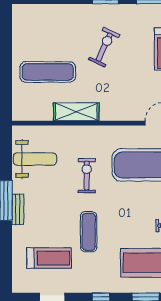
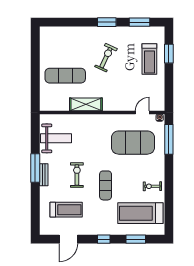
exercise bike: (87, 176) -> (77, 175), moved
exercise mat: (89, 232) -> (106, 185), moved

